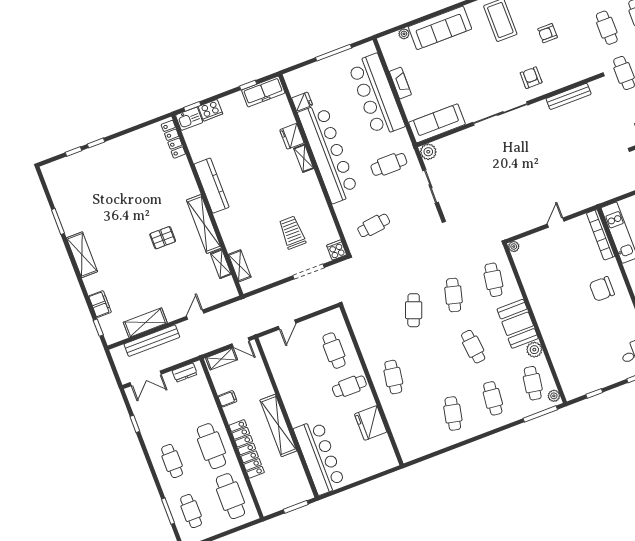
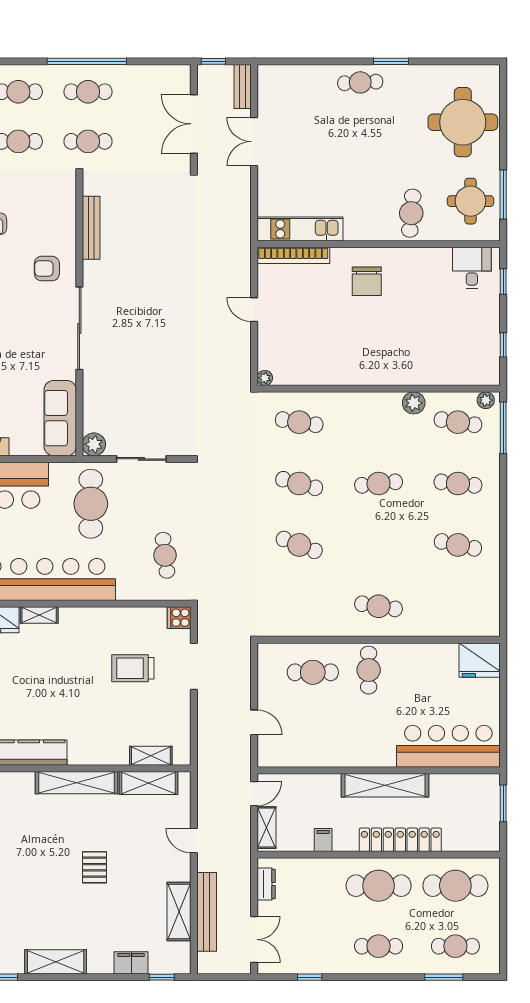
cafe table: (389, 164) -> (91, 504), width x1.37, depth x1.35
pallet: (163, 238) -> (94, 867), moved
shelving: (221, 264) -> (148, 783), width x1.50, depth x1.33
booth: (518, 324) -> (370, 412), removed
fridge: (371, 423) -> (480, 660), moved

